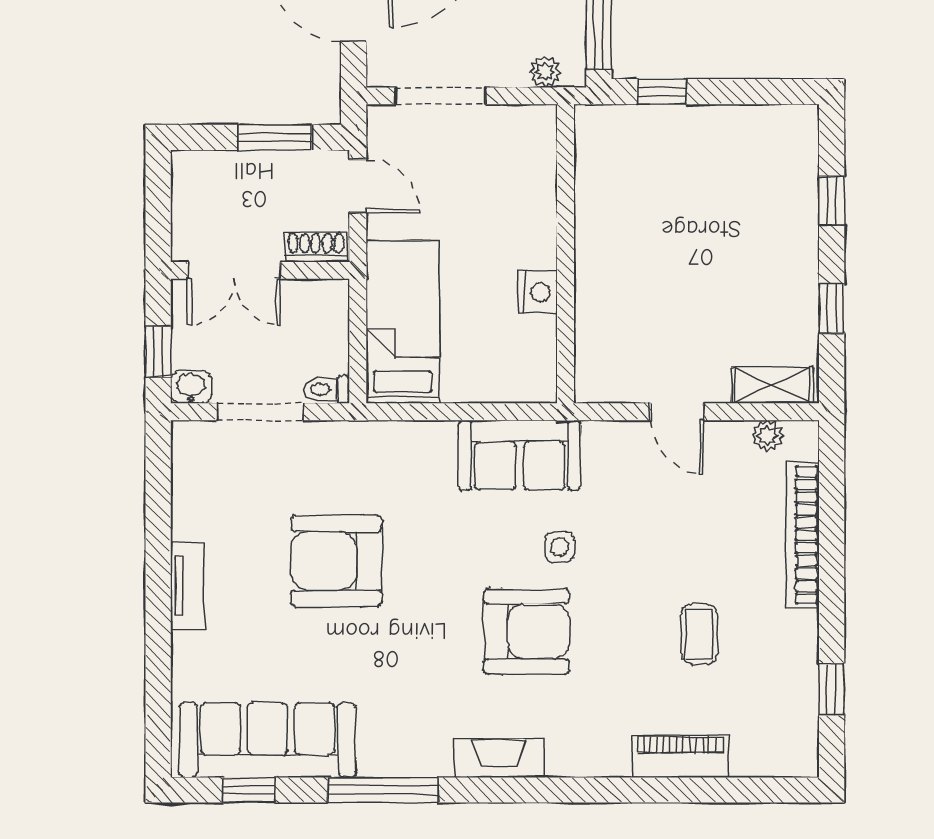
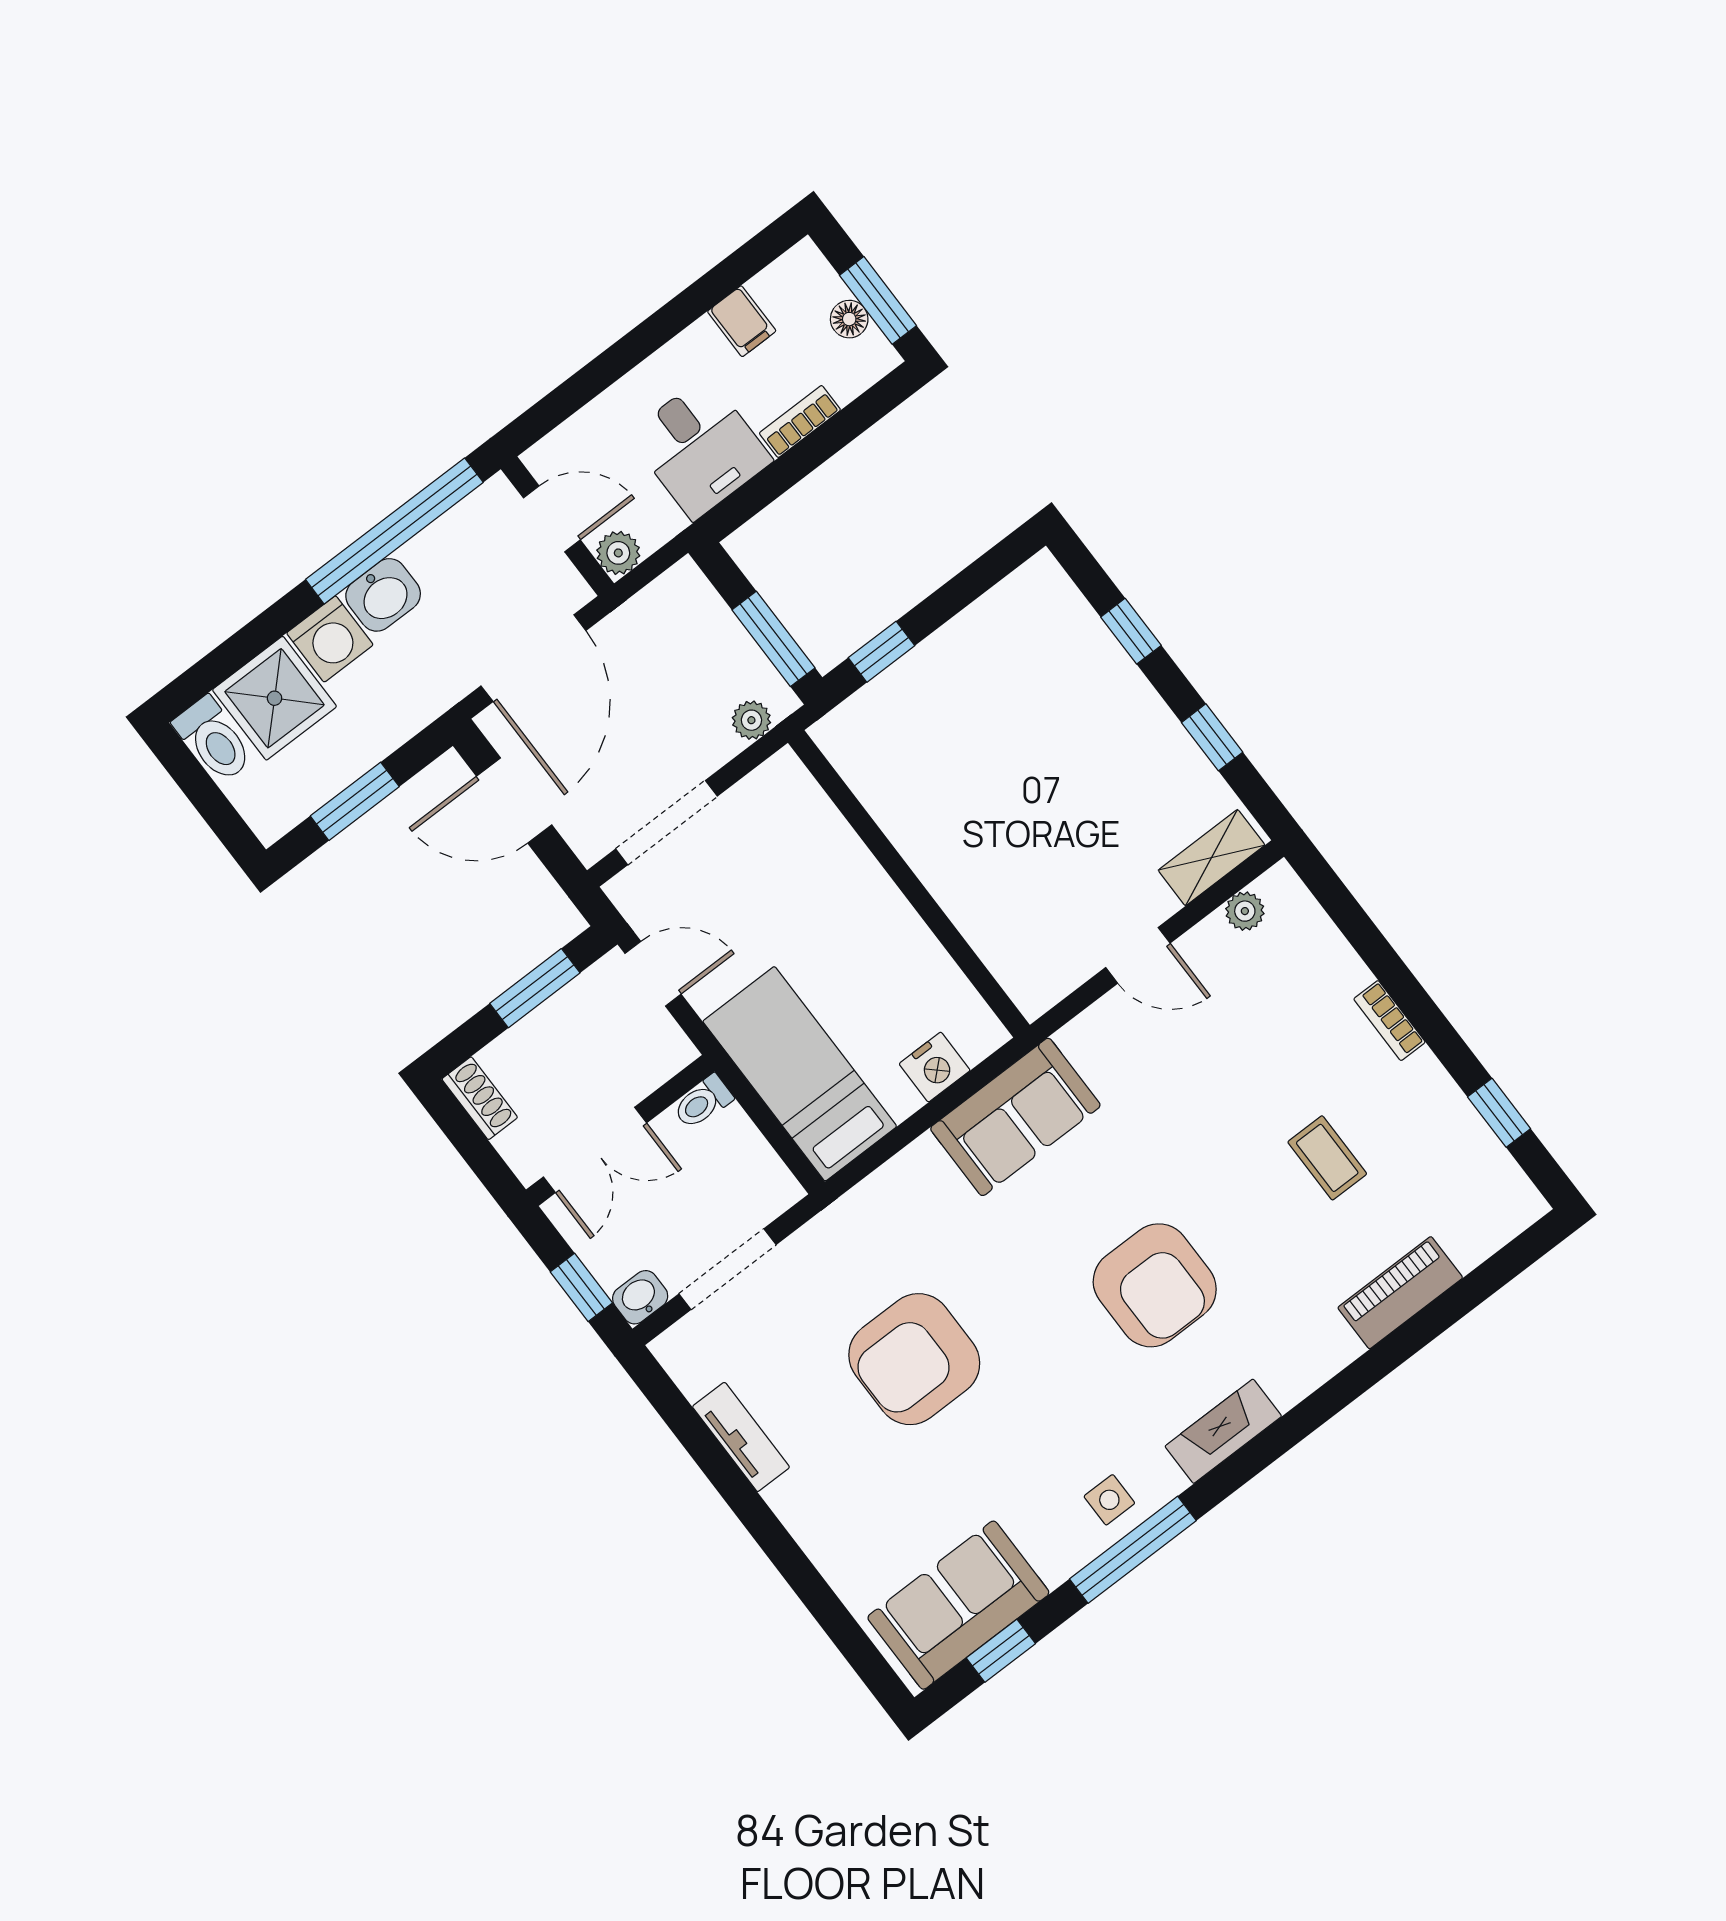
shoe rack: (316, 247) -> (480, 1098), moved, turned 90
nightstand: (538, 292) -> (935, 1067), moved, turned 90
toilet: (327, 390) -> (703, 1102), moved
bookcase: (803, 535) -> (1389, 1021), width x0.43, depth x0.76
side table: (560, 547) -> (1109, 1500), moved
tv unit: (187, 586) -> (741, 1437), moved
armchair: (526, 631) -> (1155, 1285), turned 90
sofa: (268, 740) -> (958, 1605), width x0.73

